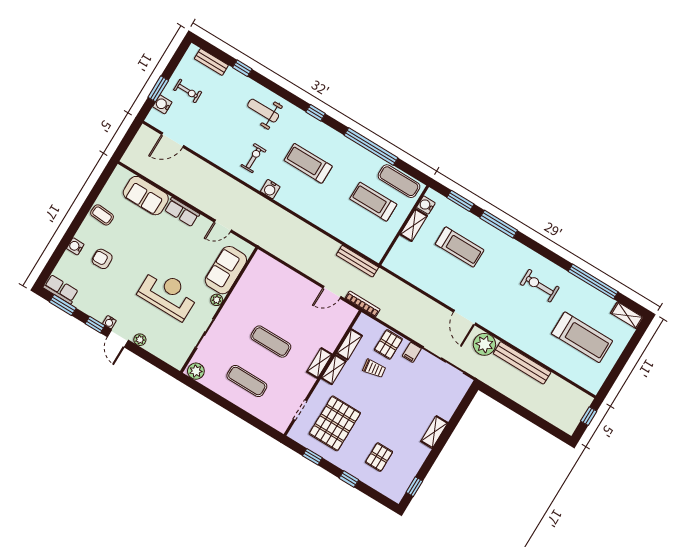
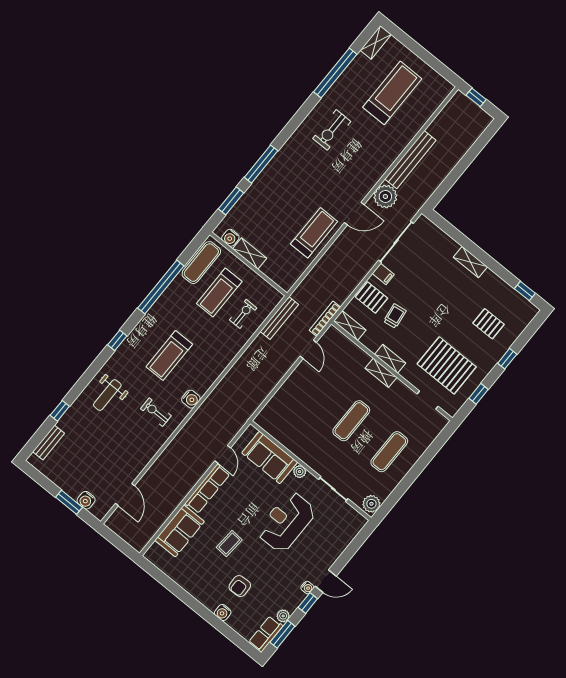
exercise bike: (188, 91) -> (243, 314), moved
row of seats: (182, 212) -> (207, 489), width x1.48
coffee table: (102, 215) -> (229, 544), moved
treadmill: (460, 247) -> (314, 233), moved
plant: (140, 340) -> (283, 616), moved
shelving: (349, 344) -> (350, 325), moved

